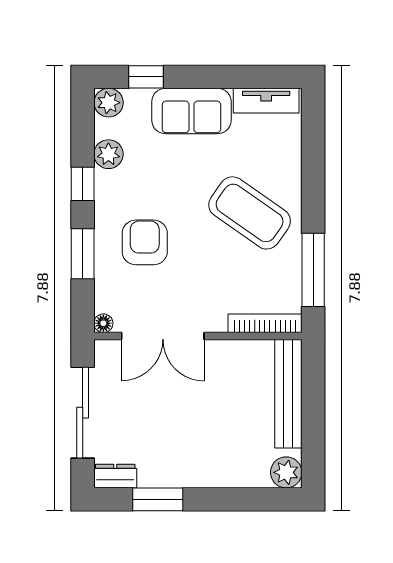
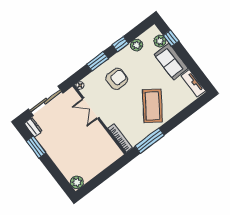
plant: (109, 103) -> (160, 41), moved
double door: (163, 336) -> (91, 108), width x0.73
bench: (288, 394) -> (103, 163), removed

